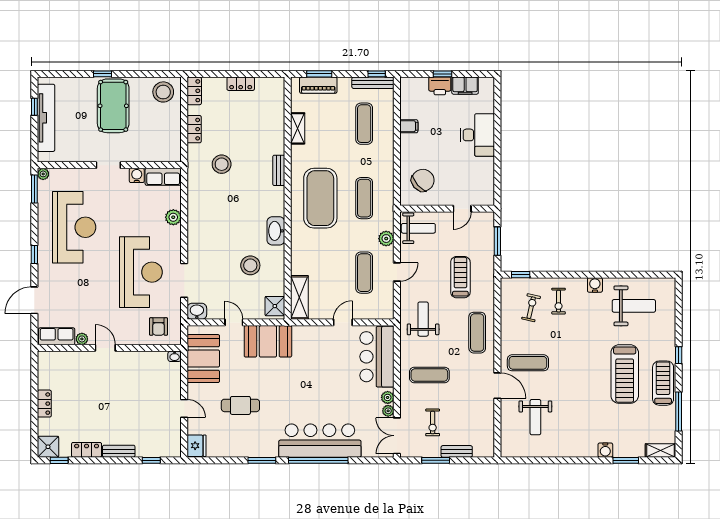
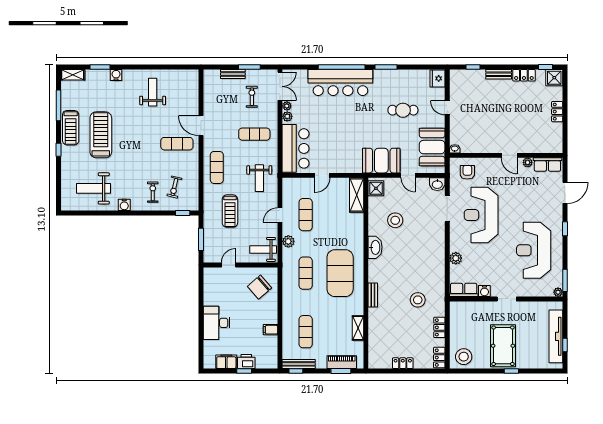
weight bench: (535, 417) -> (153, 92), moved

